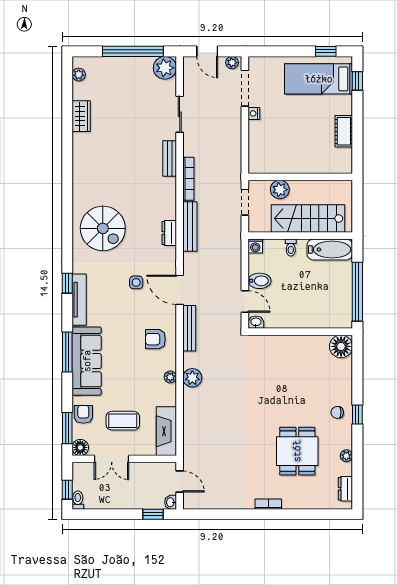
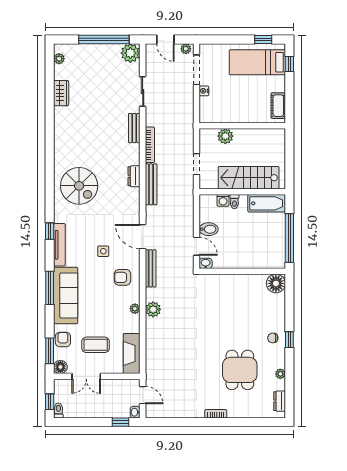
wall: (300, 177) -> (242, 126), moved
plant: (280, 190) -> (225, 136), moved
dresser: (169, 233) -> (134, 176), moved
washing machine: (255, 246) -> (223, 200), moved
side table: (136, 282) -> (103, 251), moved

